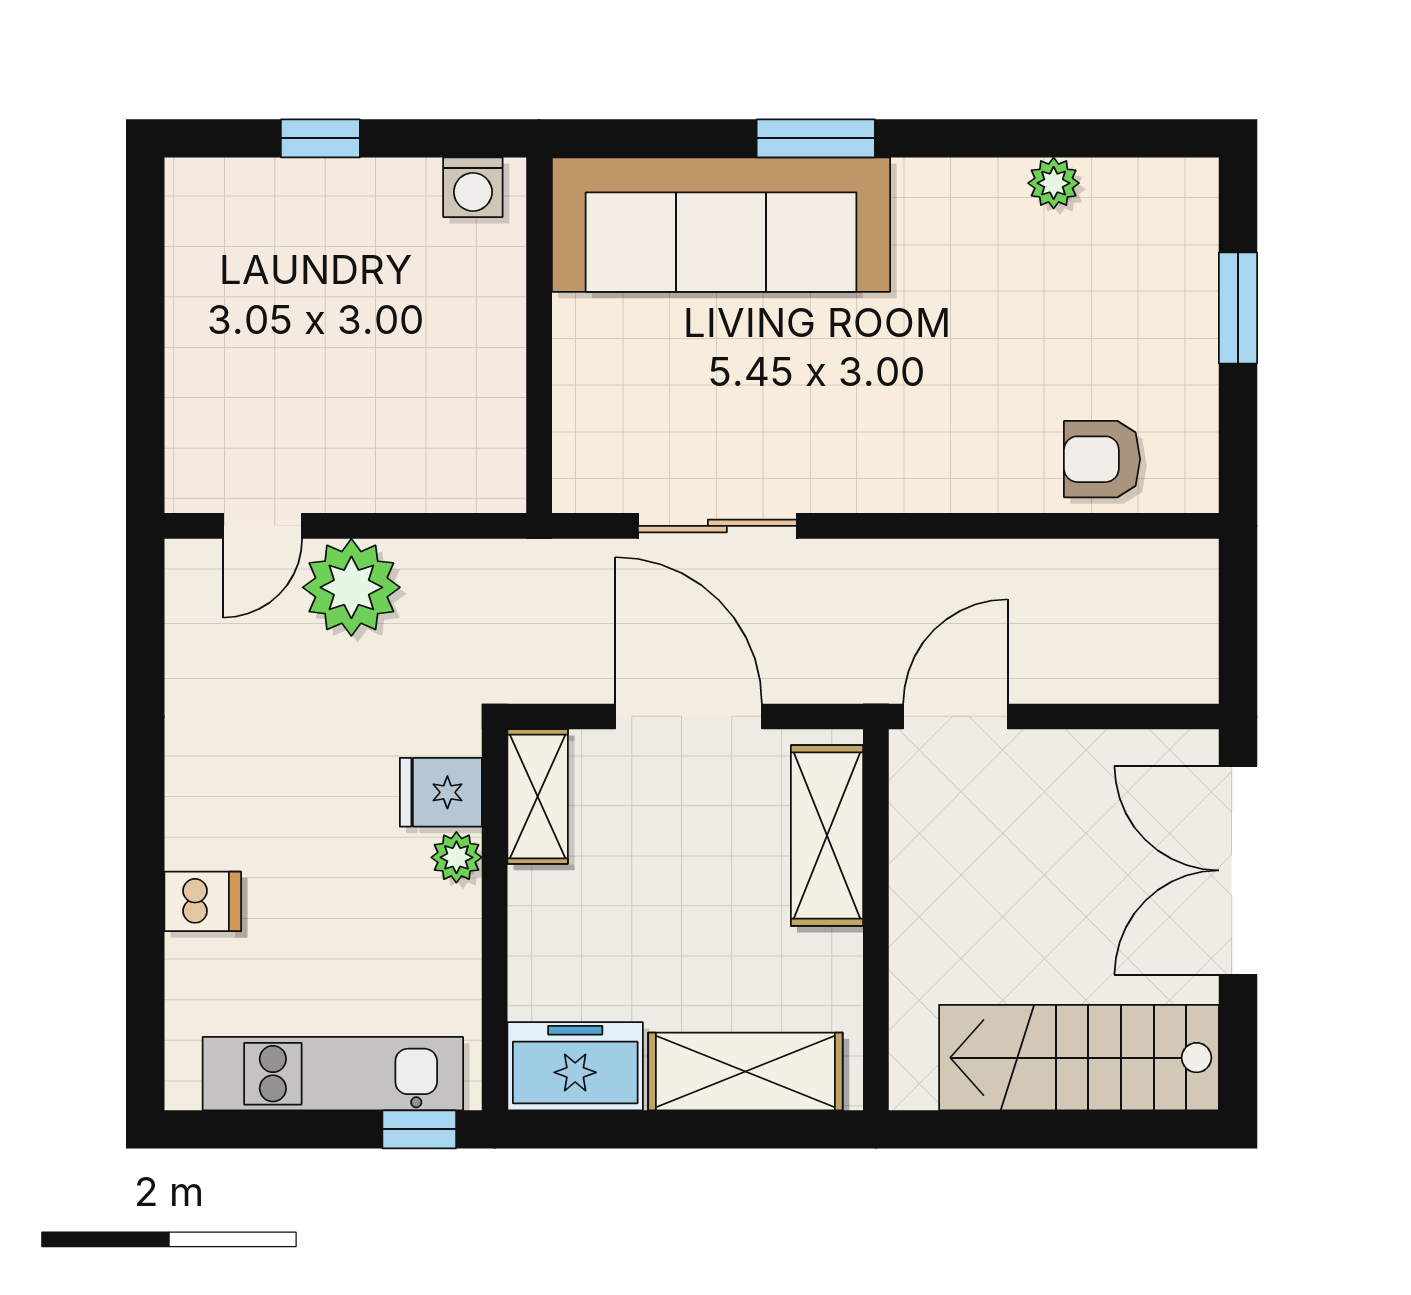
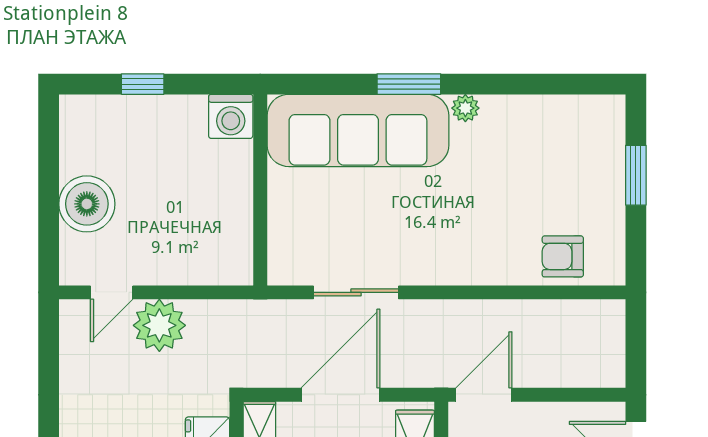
plant: (1054, 183) -> (465, 108), moved
washing machine: (473, 187) -> (231, 116), width x1.38, depth x1.38
boiler: (216, 361) -> (87, 204), added
door: (689, 716) -> (341, 395), hinge flipped

